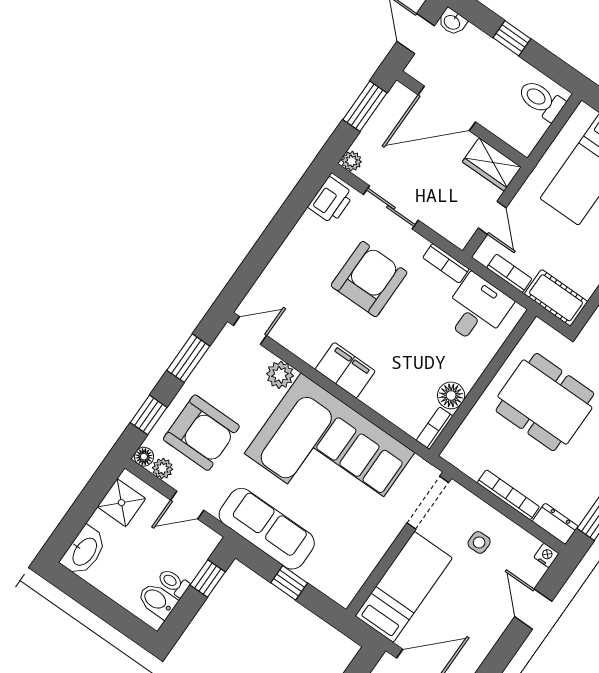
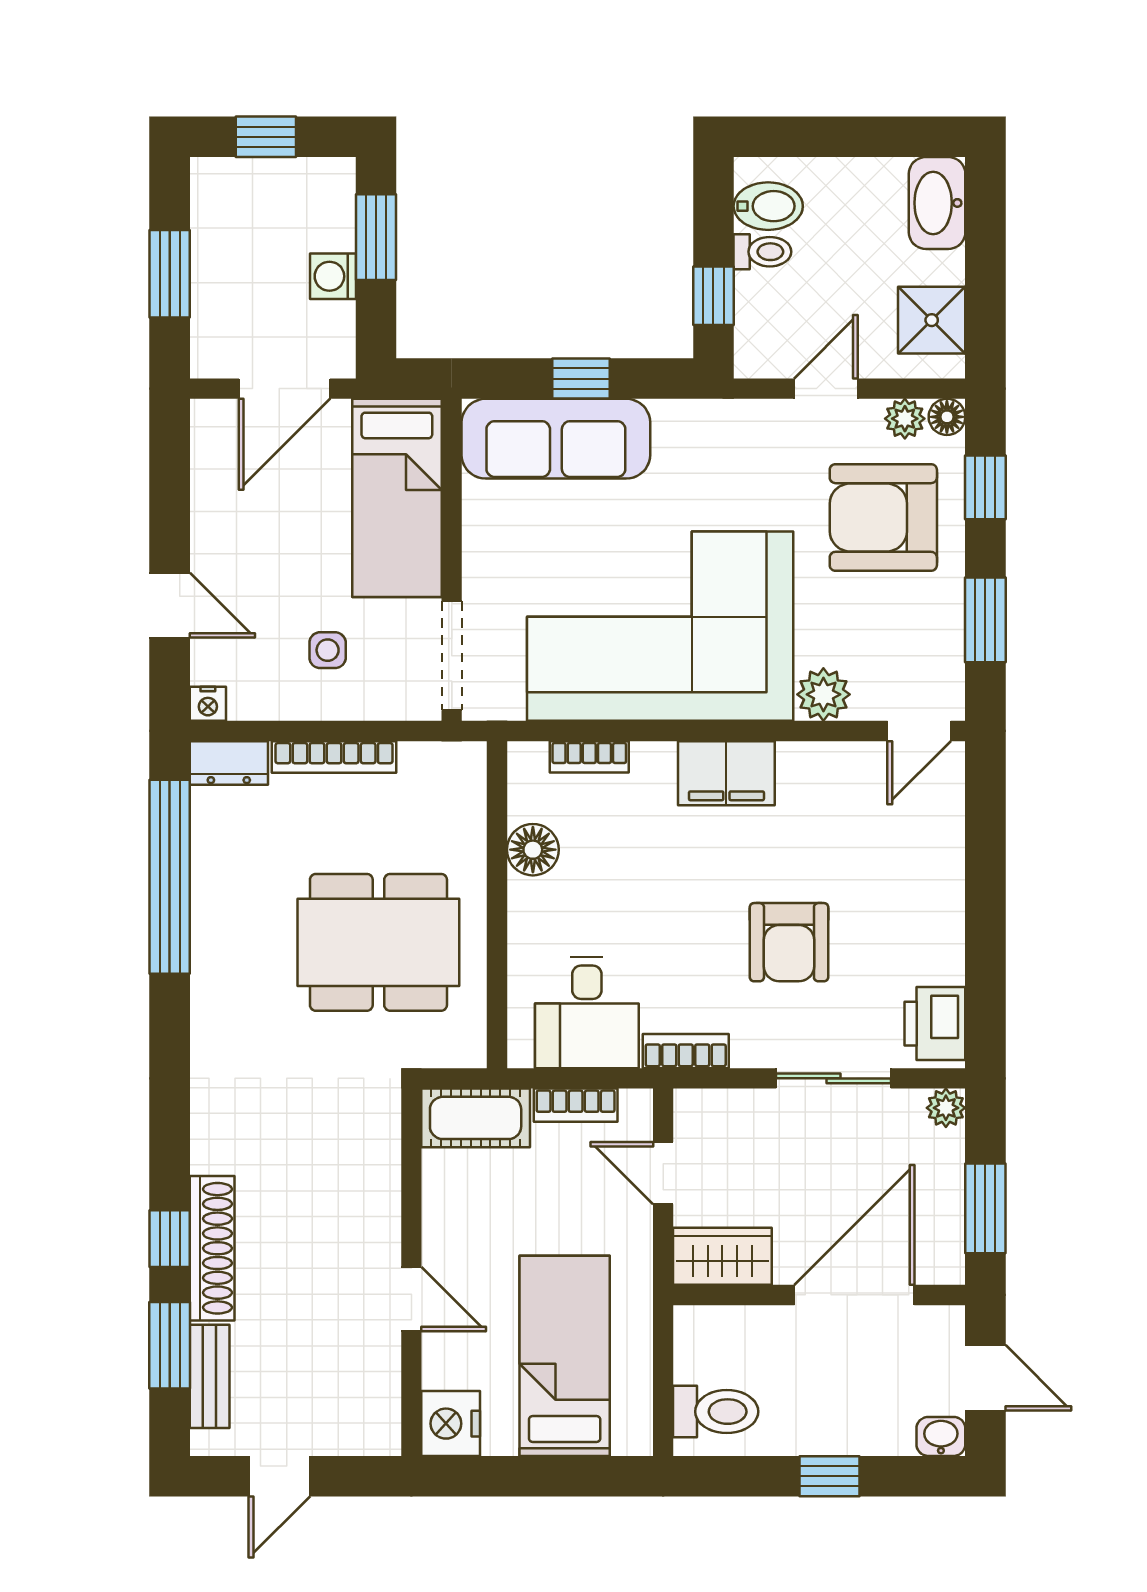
armchair: (369, 279) -> (789, 942), width x0.73, depth x0.73
bookcase: (435, 428) -> (589, 757), moved, turned 90
sofa: (267, 529) -> (556, 439), moved

